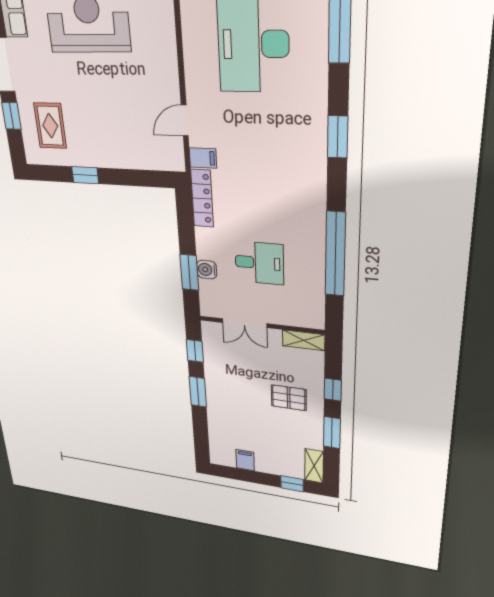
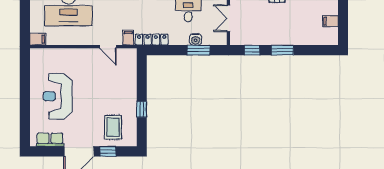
rug: (50, 126) -> (113, 127), turned 90
double door: (244, 323) -> (228, 18), swing flipped

